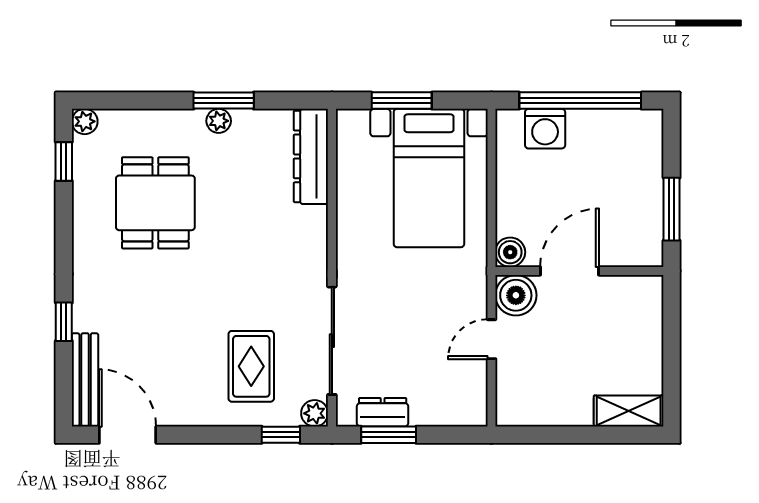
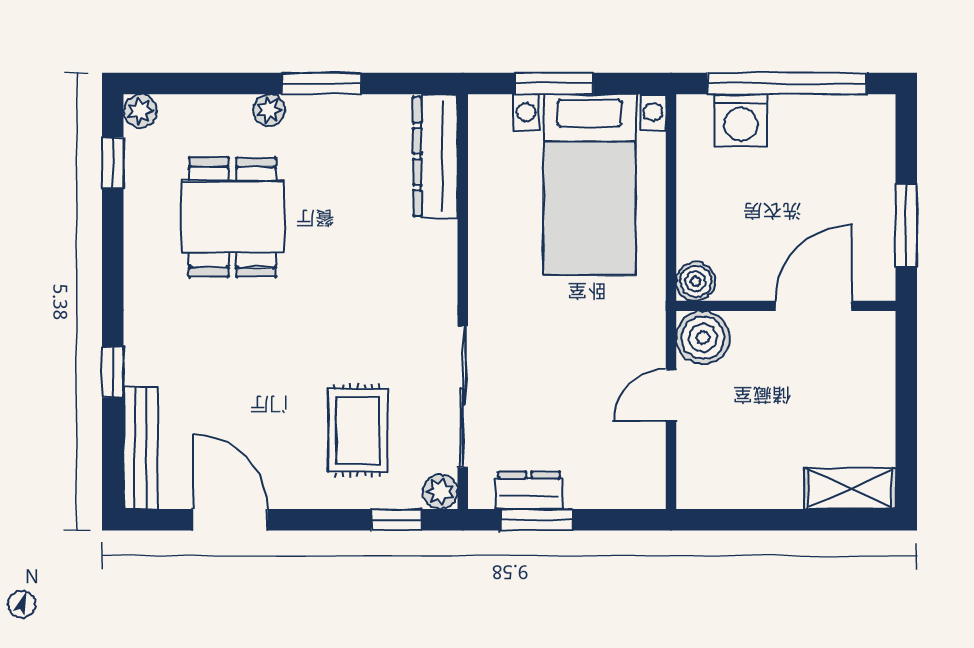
plant: (219, 121) -> (269, 110), moved
door: (569, 271) -> (814, 306), moved
door: (128, 435) -> (230, 520), moved

